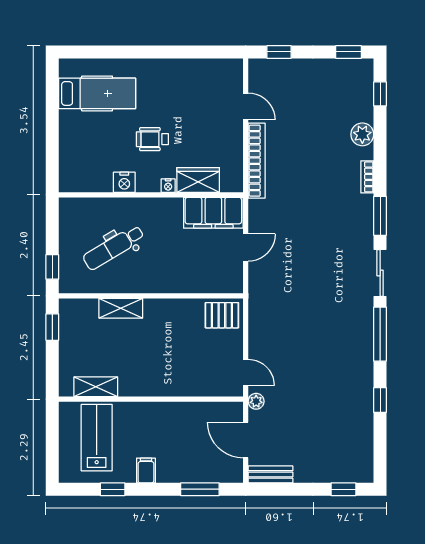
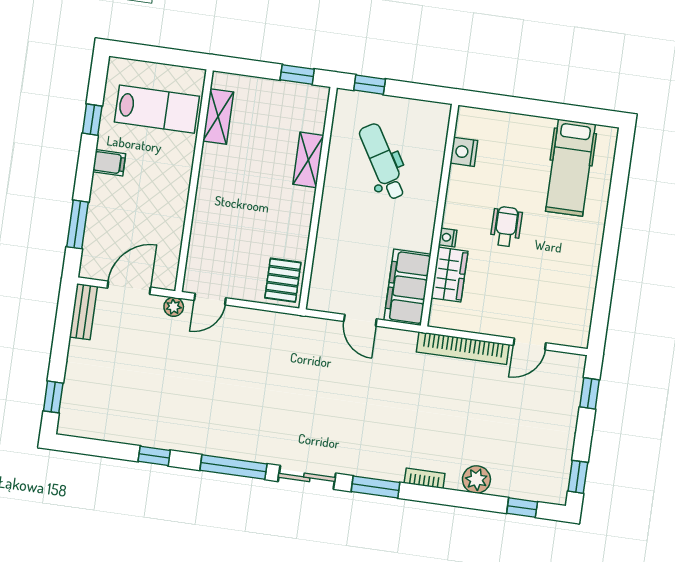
nightstand: (124, 182) -> (464, 152), moved

